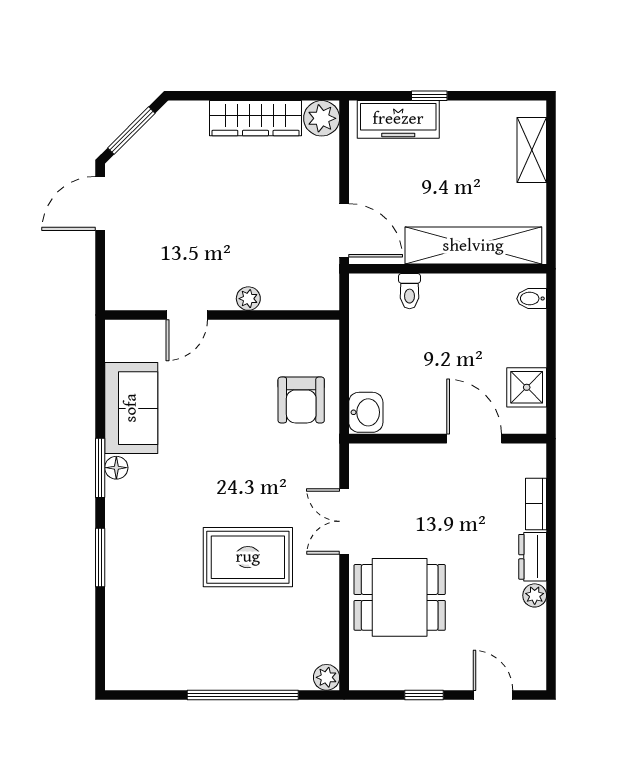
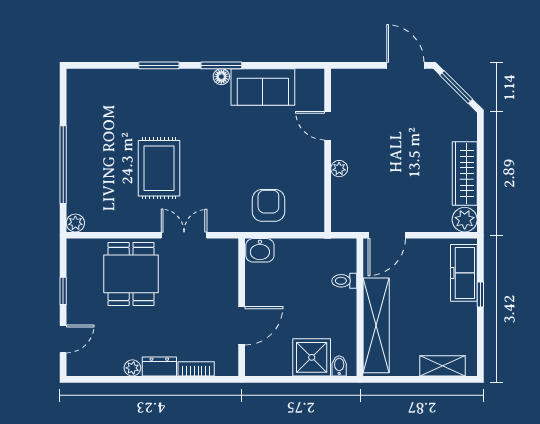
shower: (527, 387) -> (312, 357), moved, width x1.36, depth x1.36
armchair: (301, 400) -> (268, 205), turned 90

